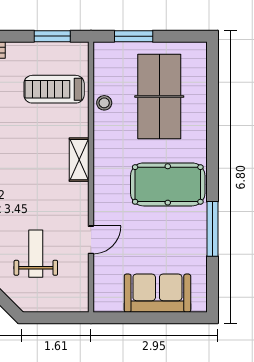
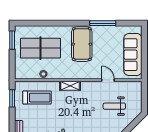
window: (134, 36) -> (12, 40), moved
treadmill: (54, 89) -> (37, 98), turned -90
sofa: (157, 293) -> (133, 55), width x1.36

